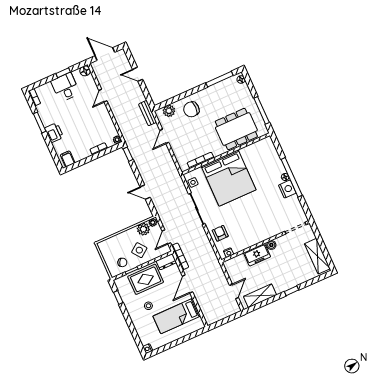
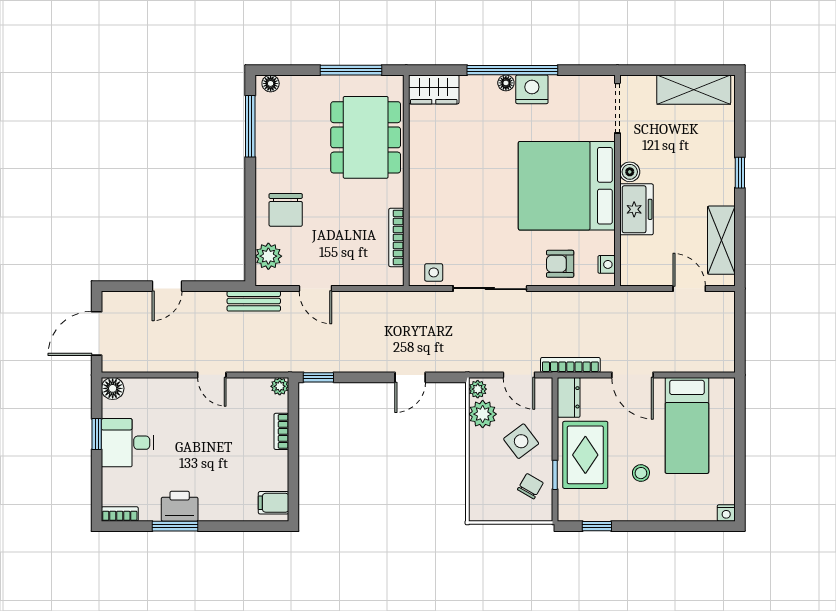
door: (103, 96) -> (212, 375), moved
printer: (54, 133) -> (180, 506), moved
wardrobe: (269, 148) -> (434, 90), added
bed: (229, 178) -> (567, 186), moved, turned 180

